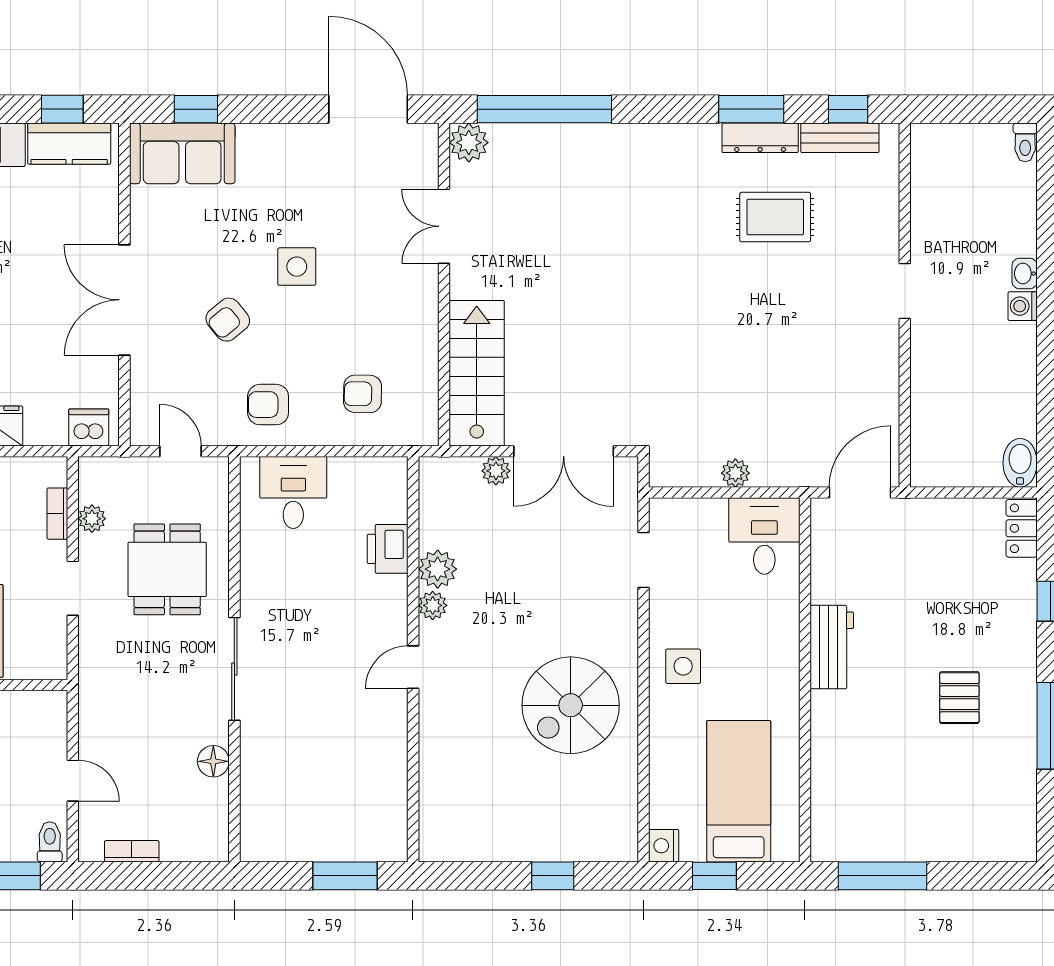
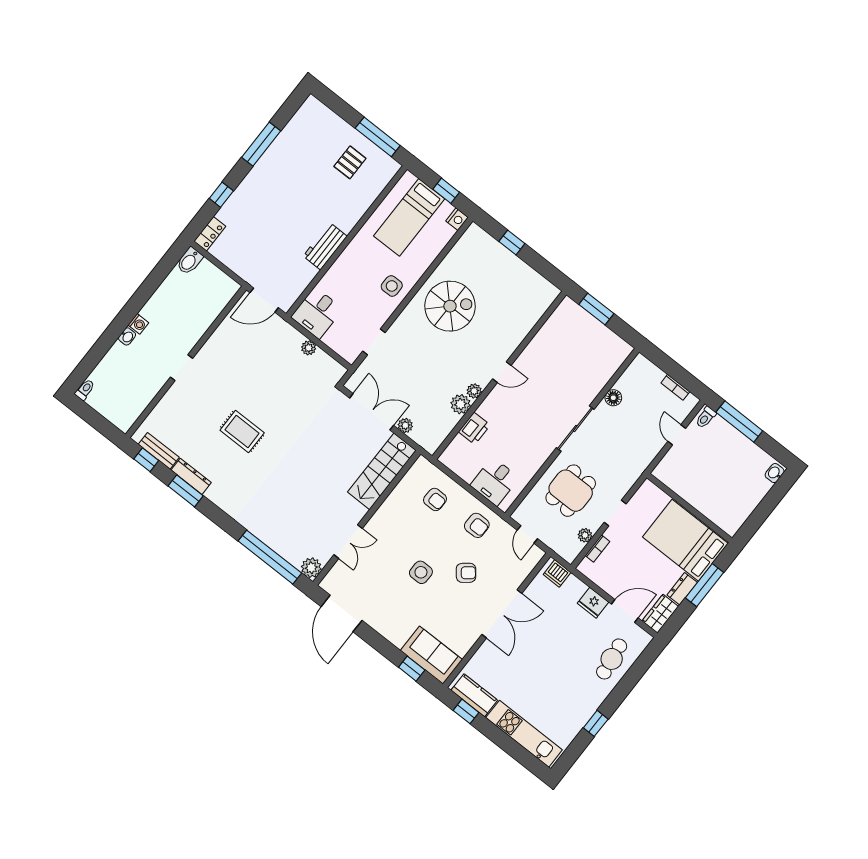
rug: (775, 217) -> (242, 432), moved
pallet: (959, 698) -> (350, 162), moved

